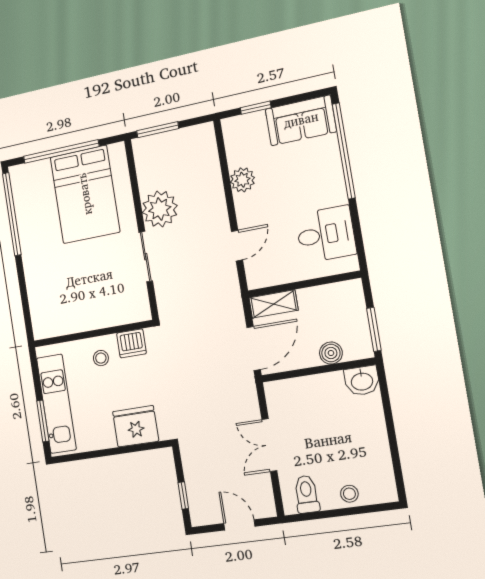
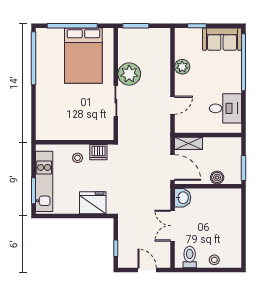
door: (254, 348) -> (173, 167), hinge flipped
washbasin: (362, 381) -> (183, 198), moved, turned -90

